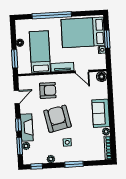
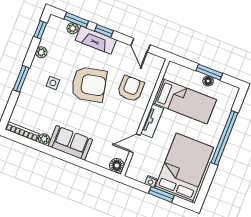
window: (15, 59) -> (209, 72), moved
armchair: (48, 90) -> (131, 89), turned 180

